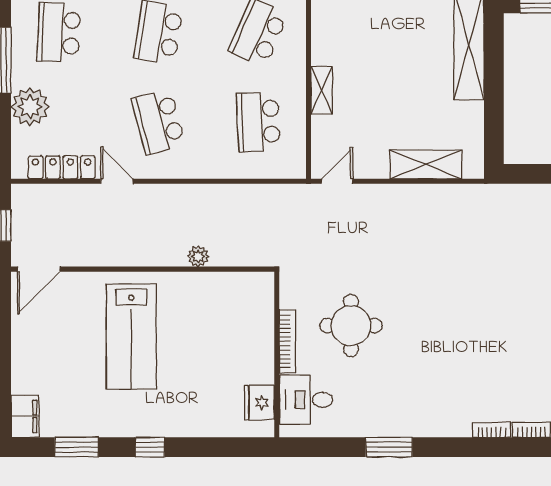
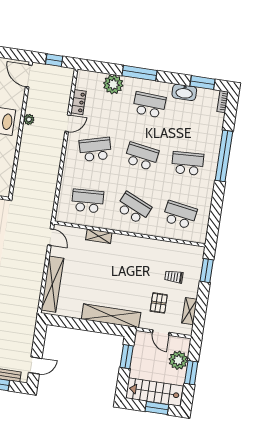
shelving: (426, 165) -> (52, 284), width x1.47
locker: (62, 167) -> (78, 102), width x0.66
plant: (198, 256) -> (29, 119), moved

